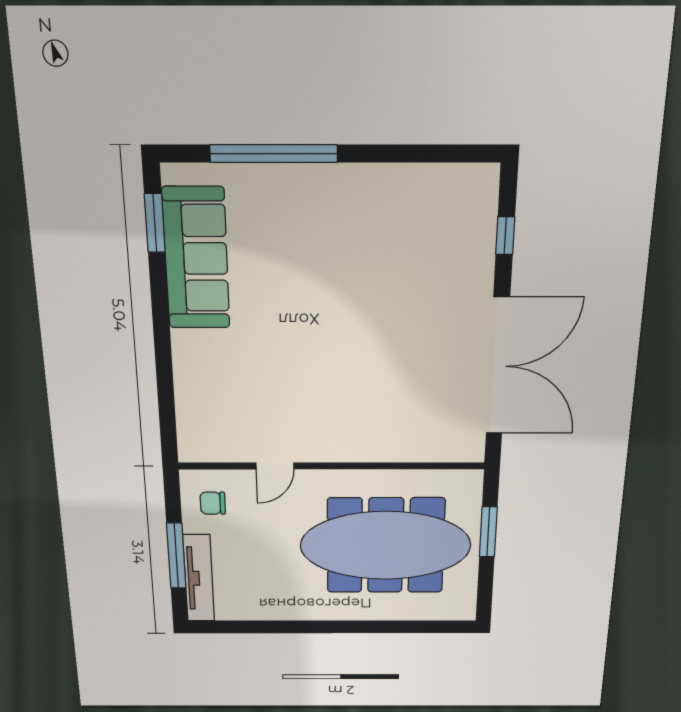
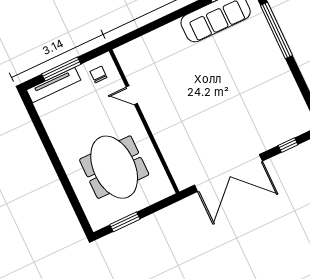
window: (488, 532) -> (125, 222), moved
meeting table: (386, 546) -> (114, 167), width x0.73

